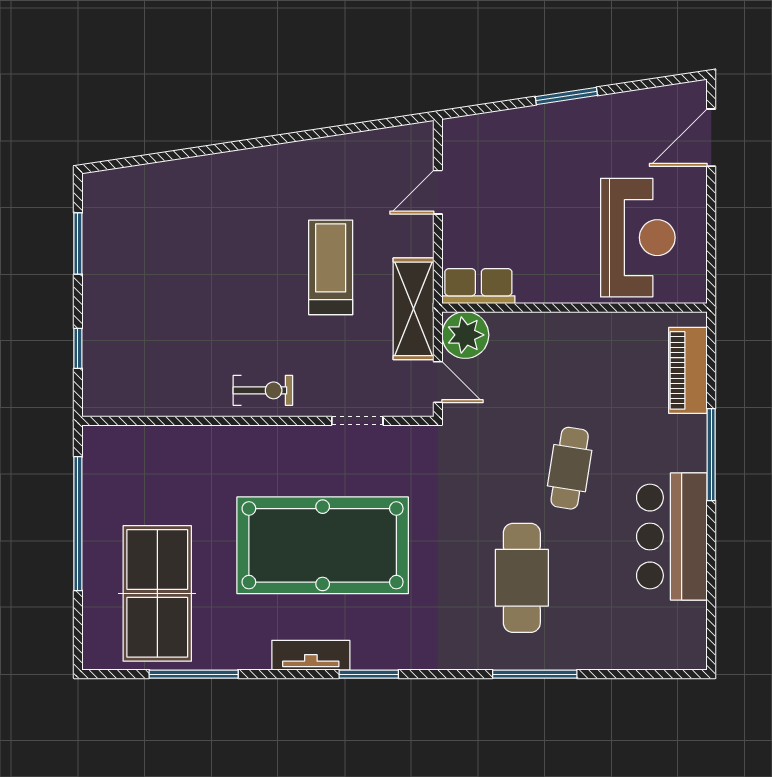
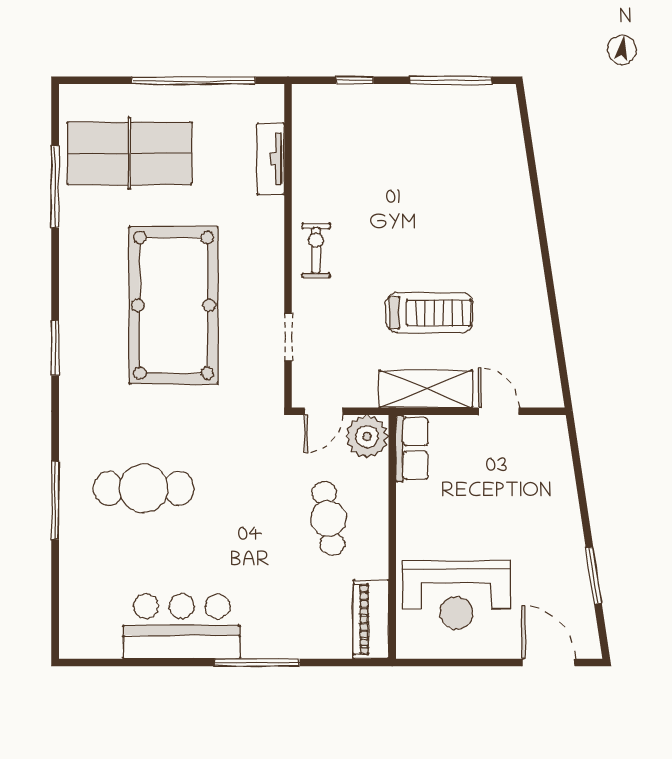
window: (566, 96) -> (594, 576), moved
window: (78, 243) -> (451, 80), width x1.44
shelving: (414, 309) -> (426, 389), moved
piano: (688, 370) -> (371, 619), moved, turned -90
exercise bike: (263, 390) -> (316, 250), turned 180
cafe table: (570, 468) -> (328, 519), moved, turned 72
tv unit: (311, 655) -> (271, 159), moved, turned 180

